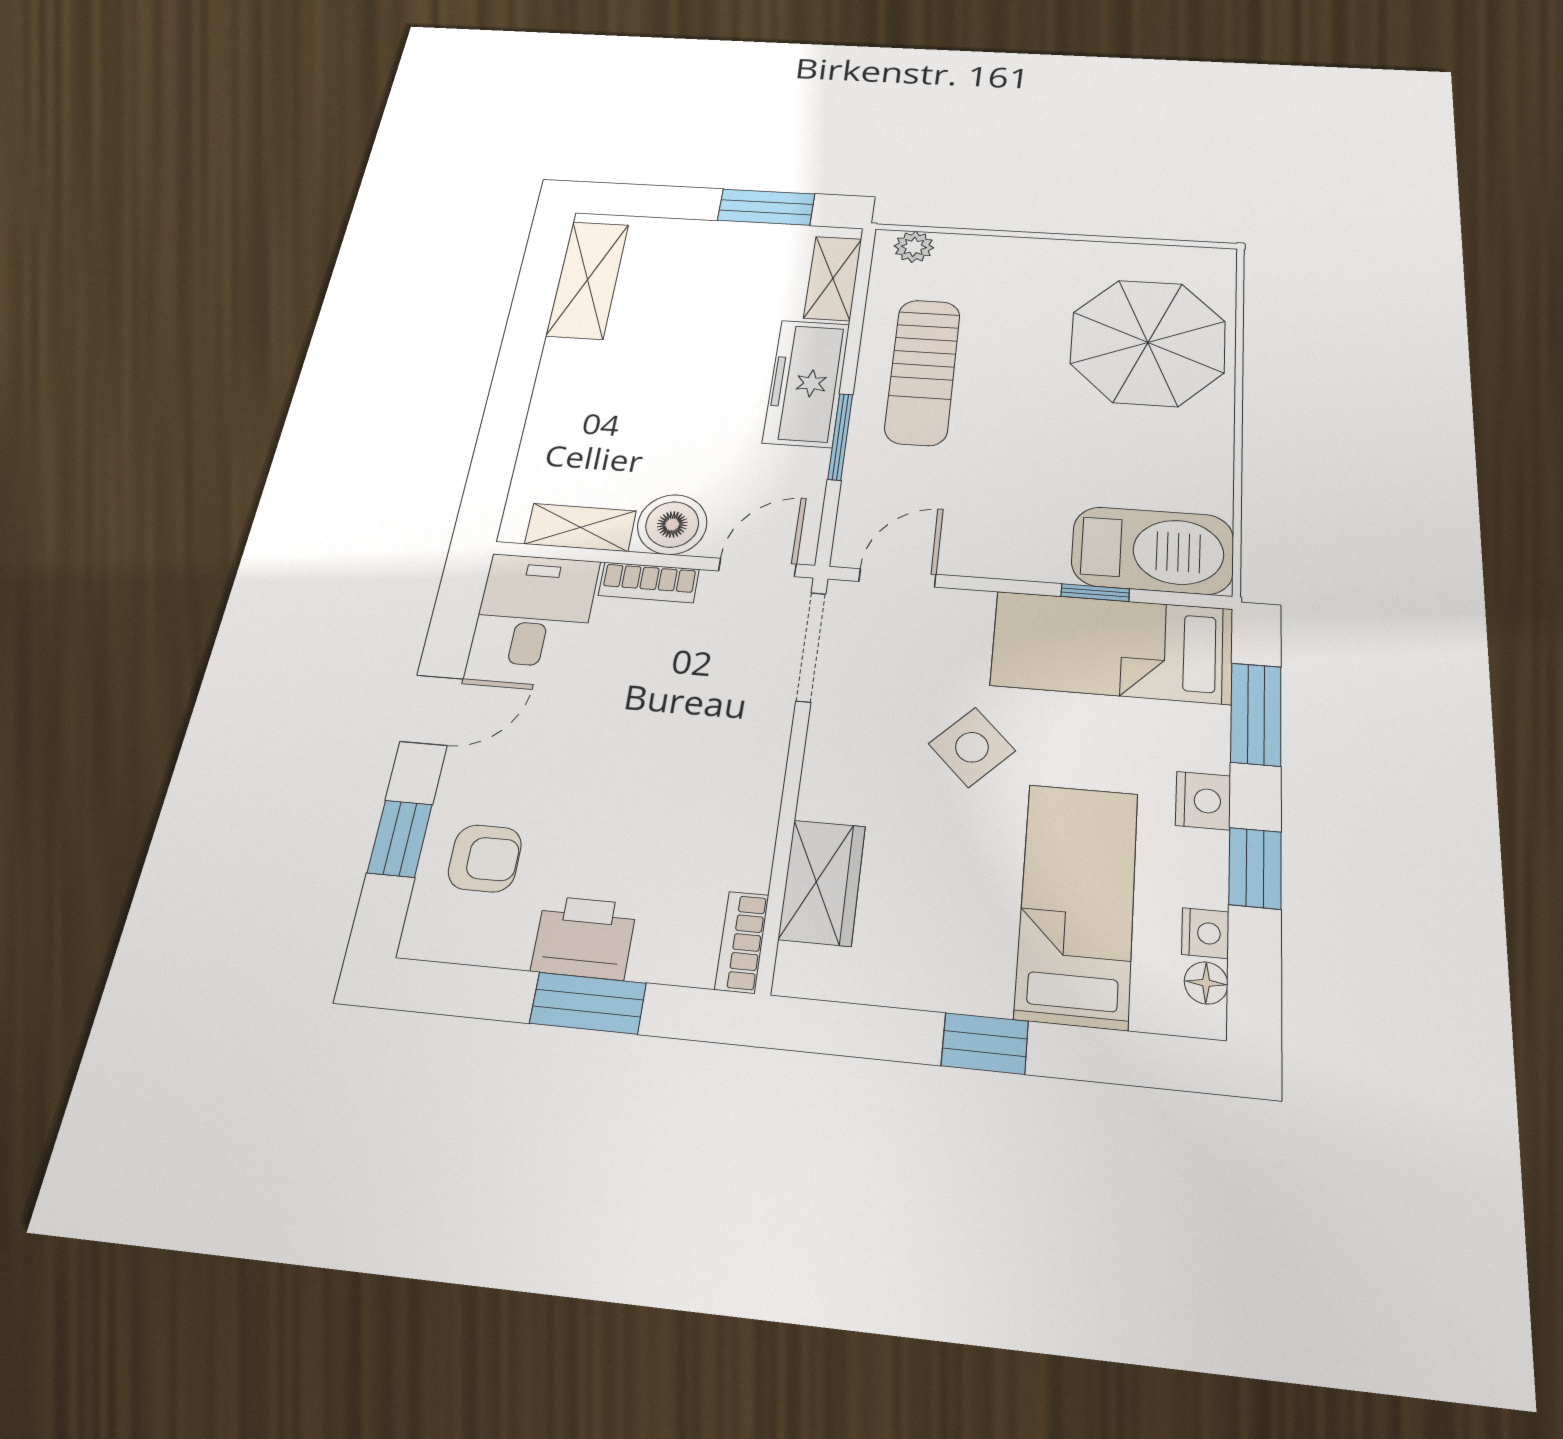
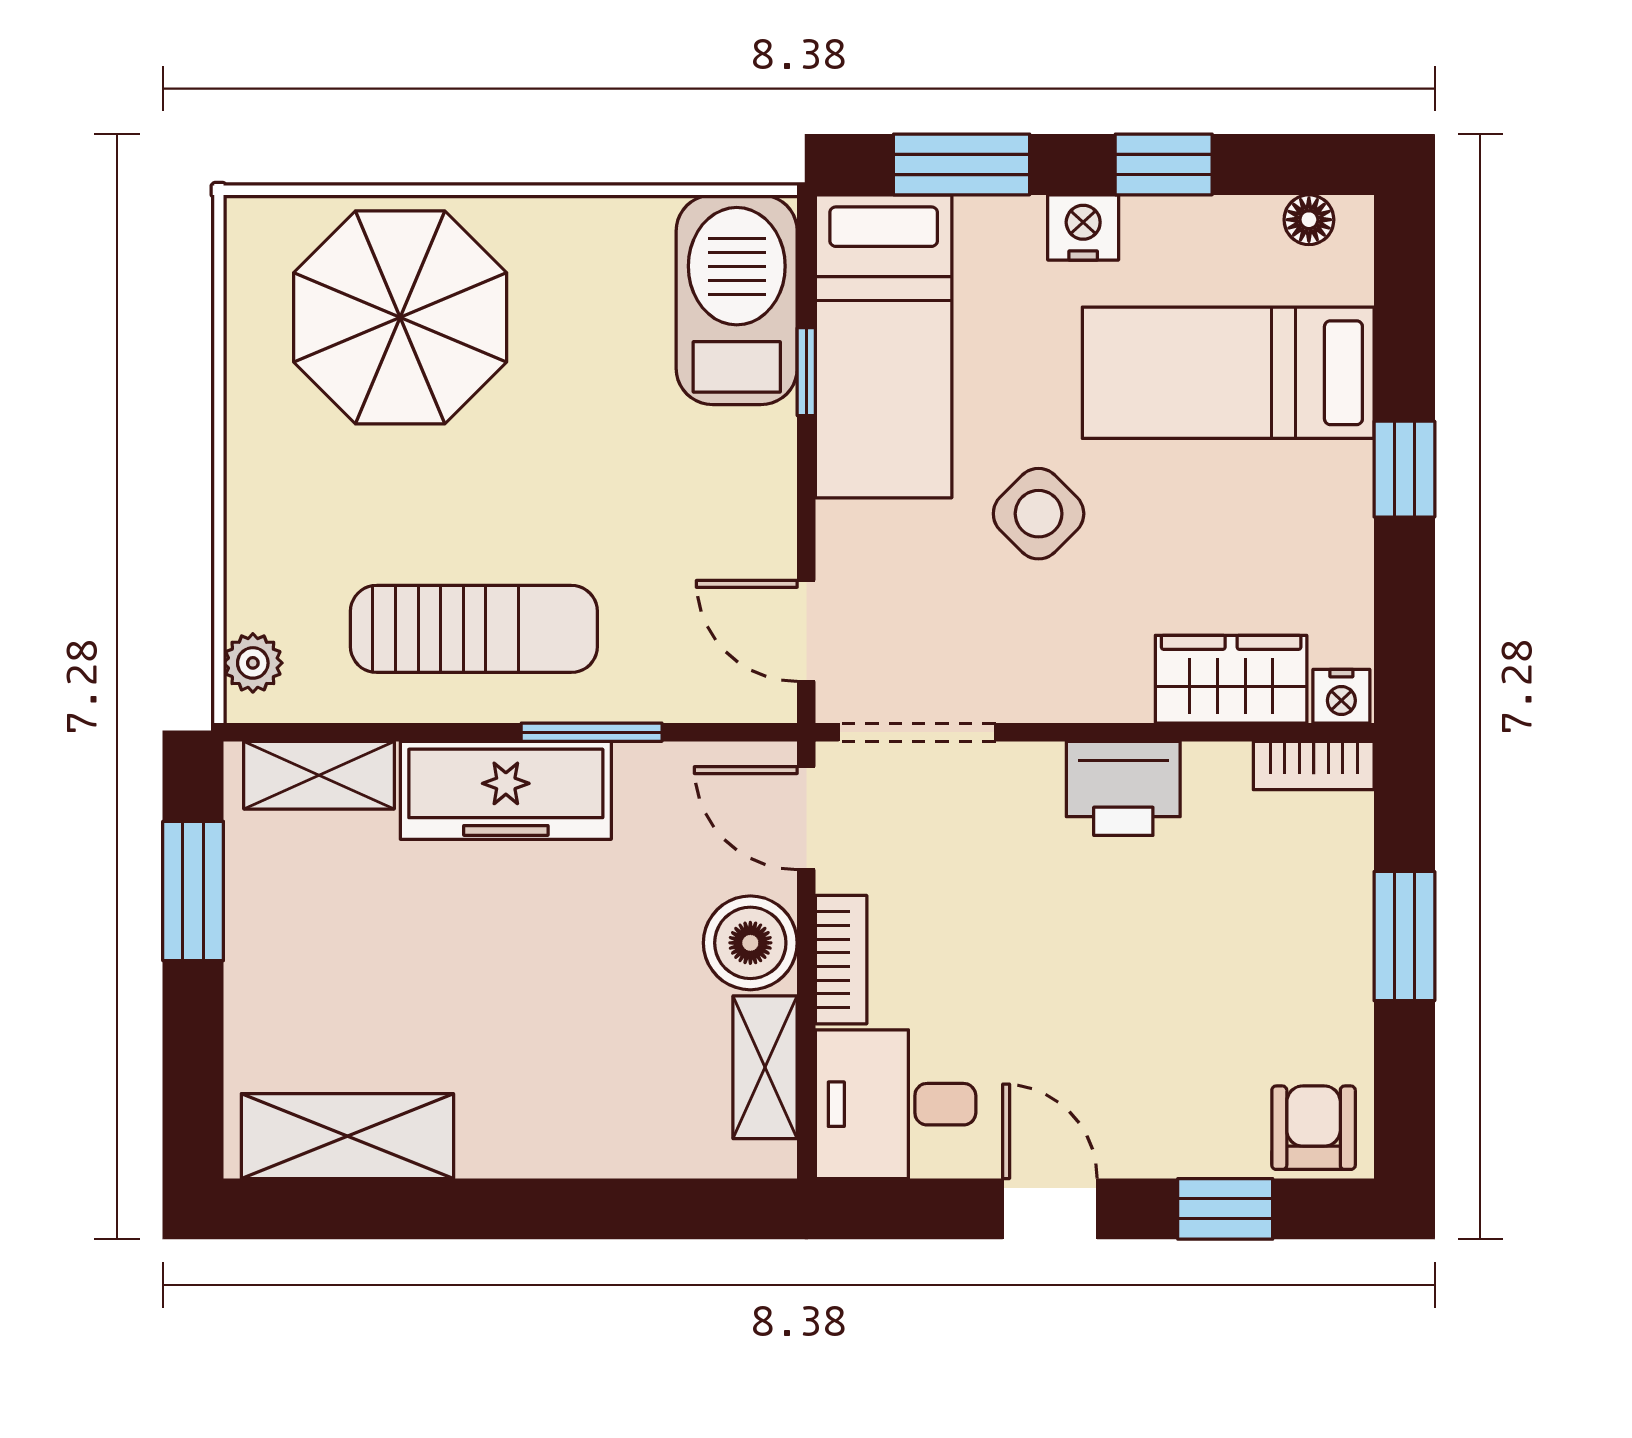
armchair: (485, 858) -> (1314, 1128), moved
nightstand: (1205, 933) -> (1341, 696), moved, turned 180
printer: (584, 938) -> (1123, 788), moved, turned -90

